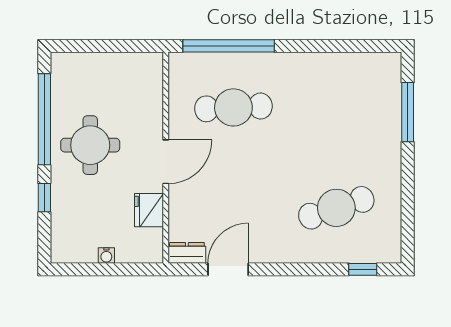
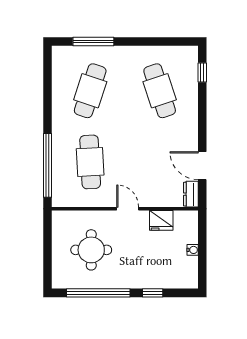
cafe table: (336, 107) -> (90, 91), added
round table: (90, 145) -> (91, 250), moved
door: (166, 162) -> (128, 209), width x0.73

